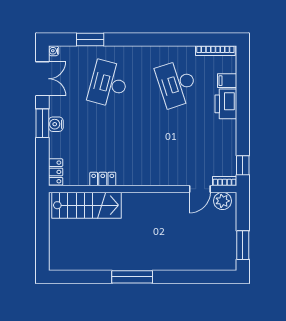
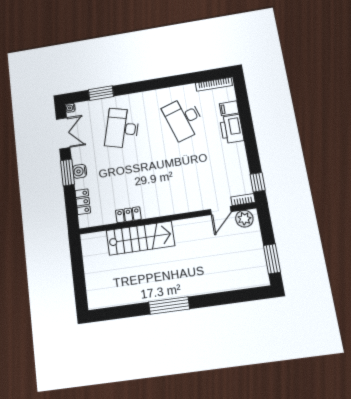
locker: (56, 172) -> (83, 202), moved
stairs: (86, 205) -> (140, 238), moved

